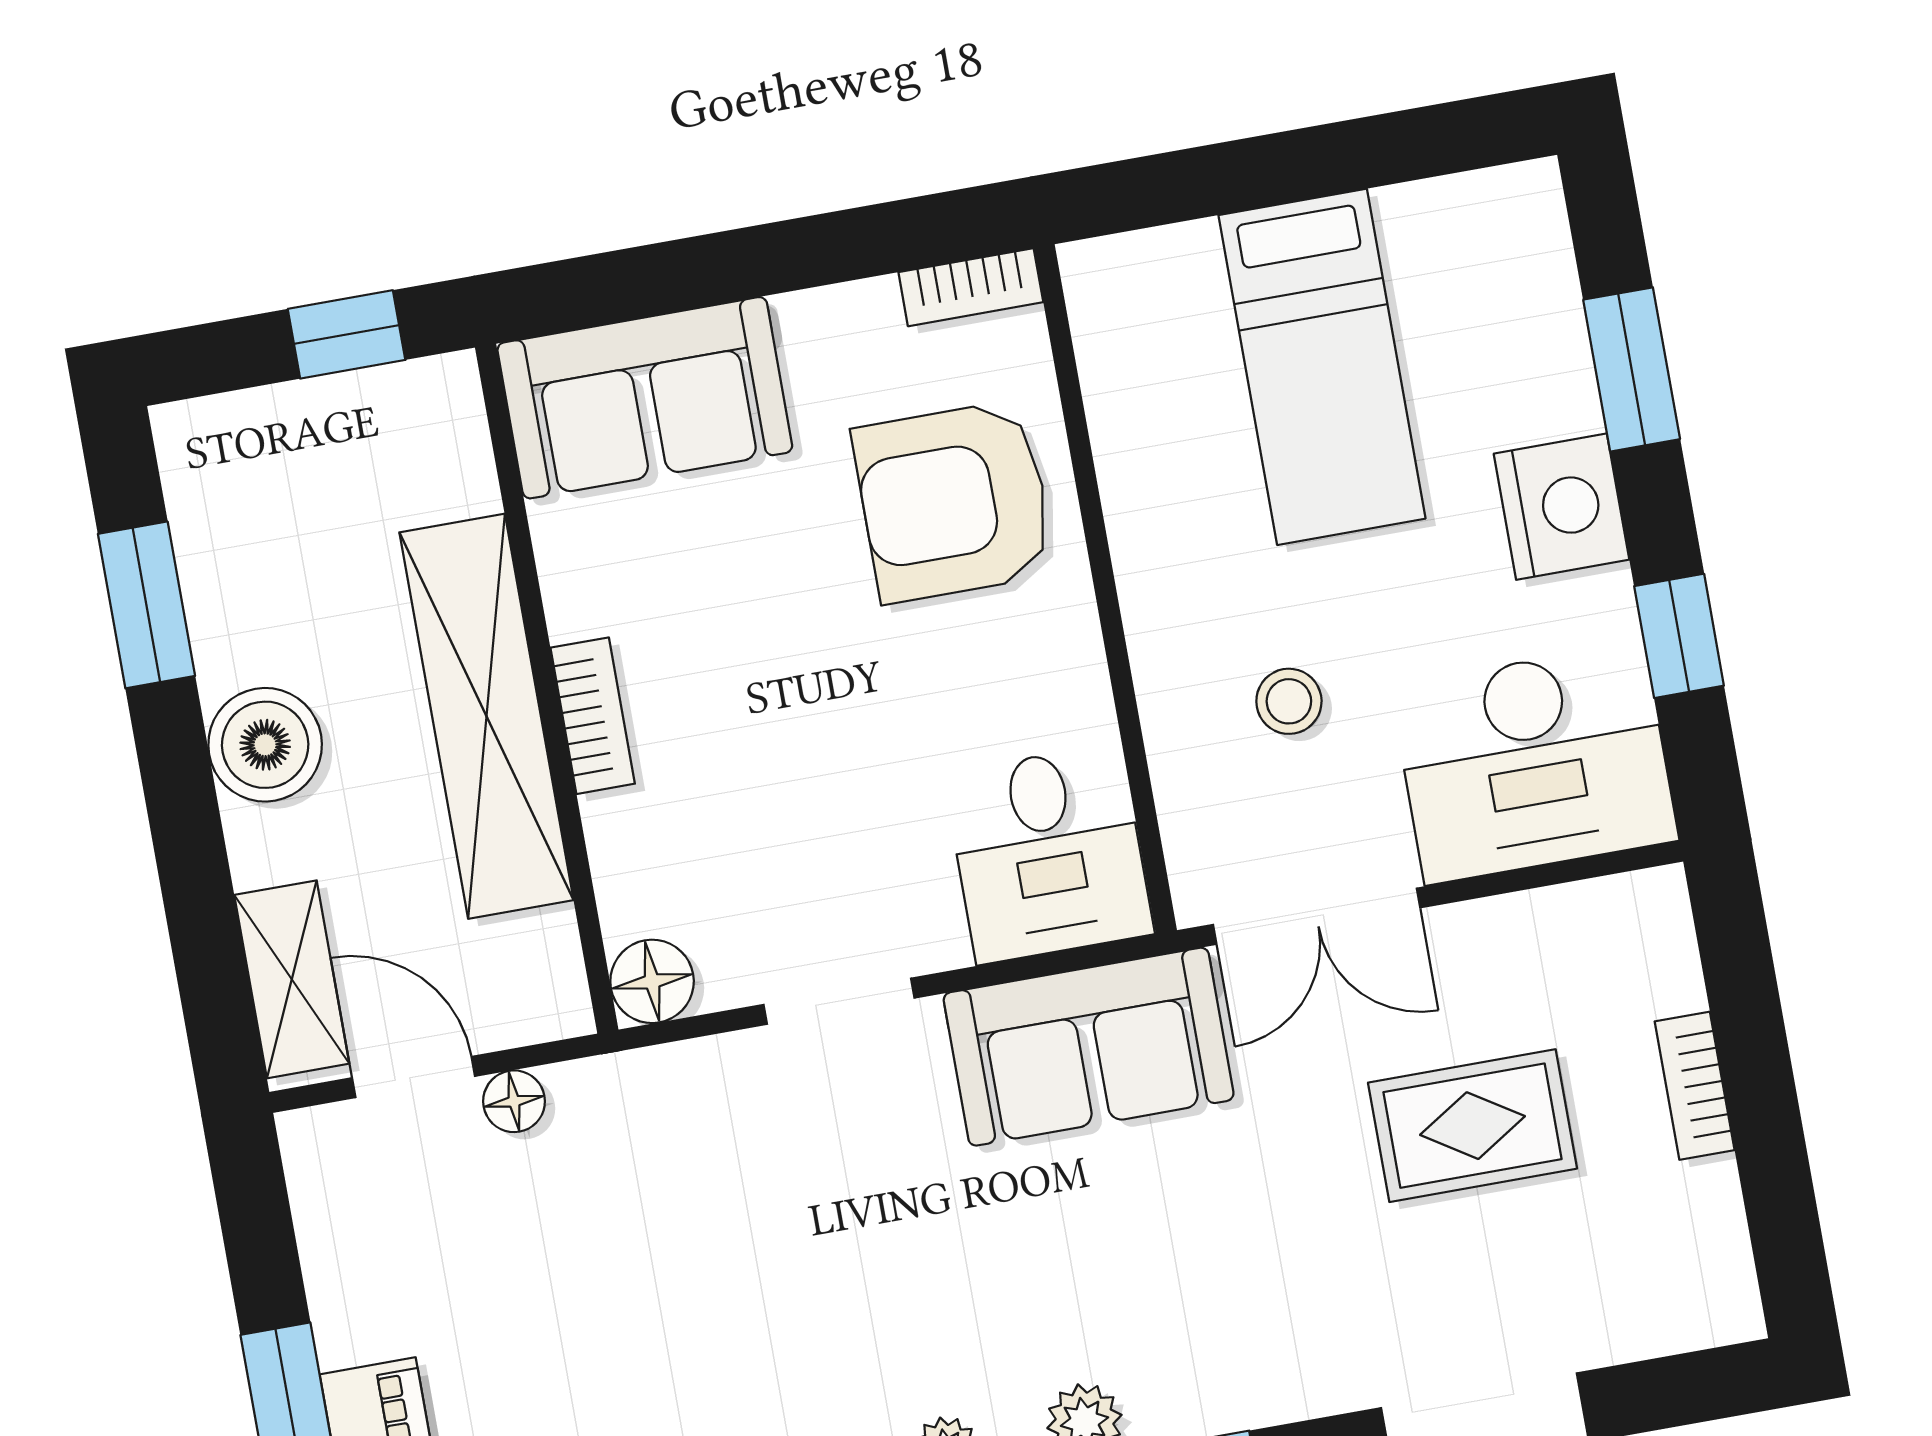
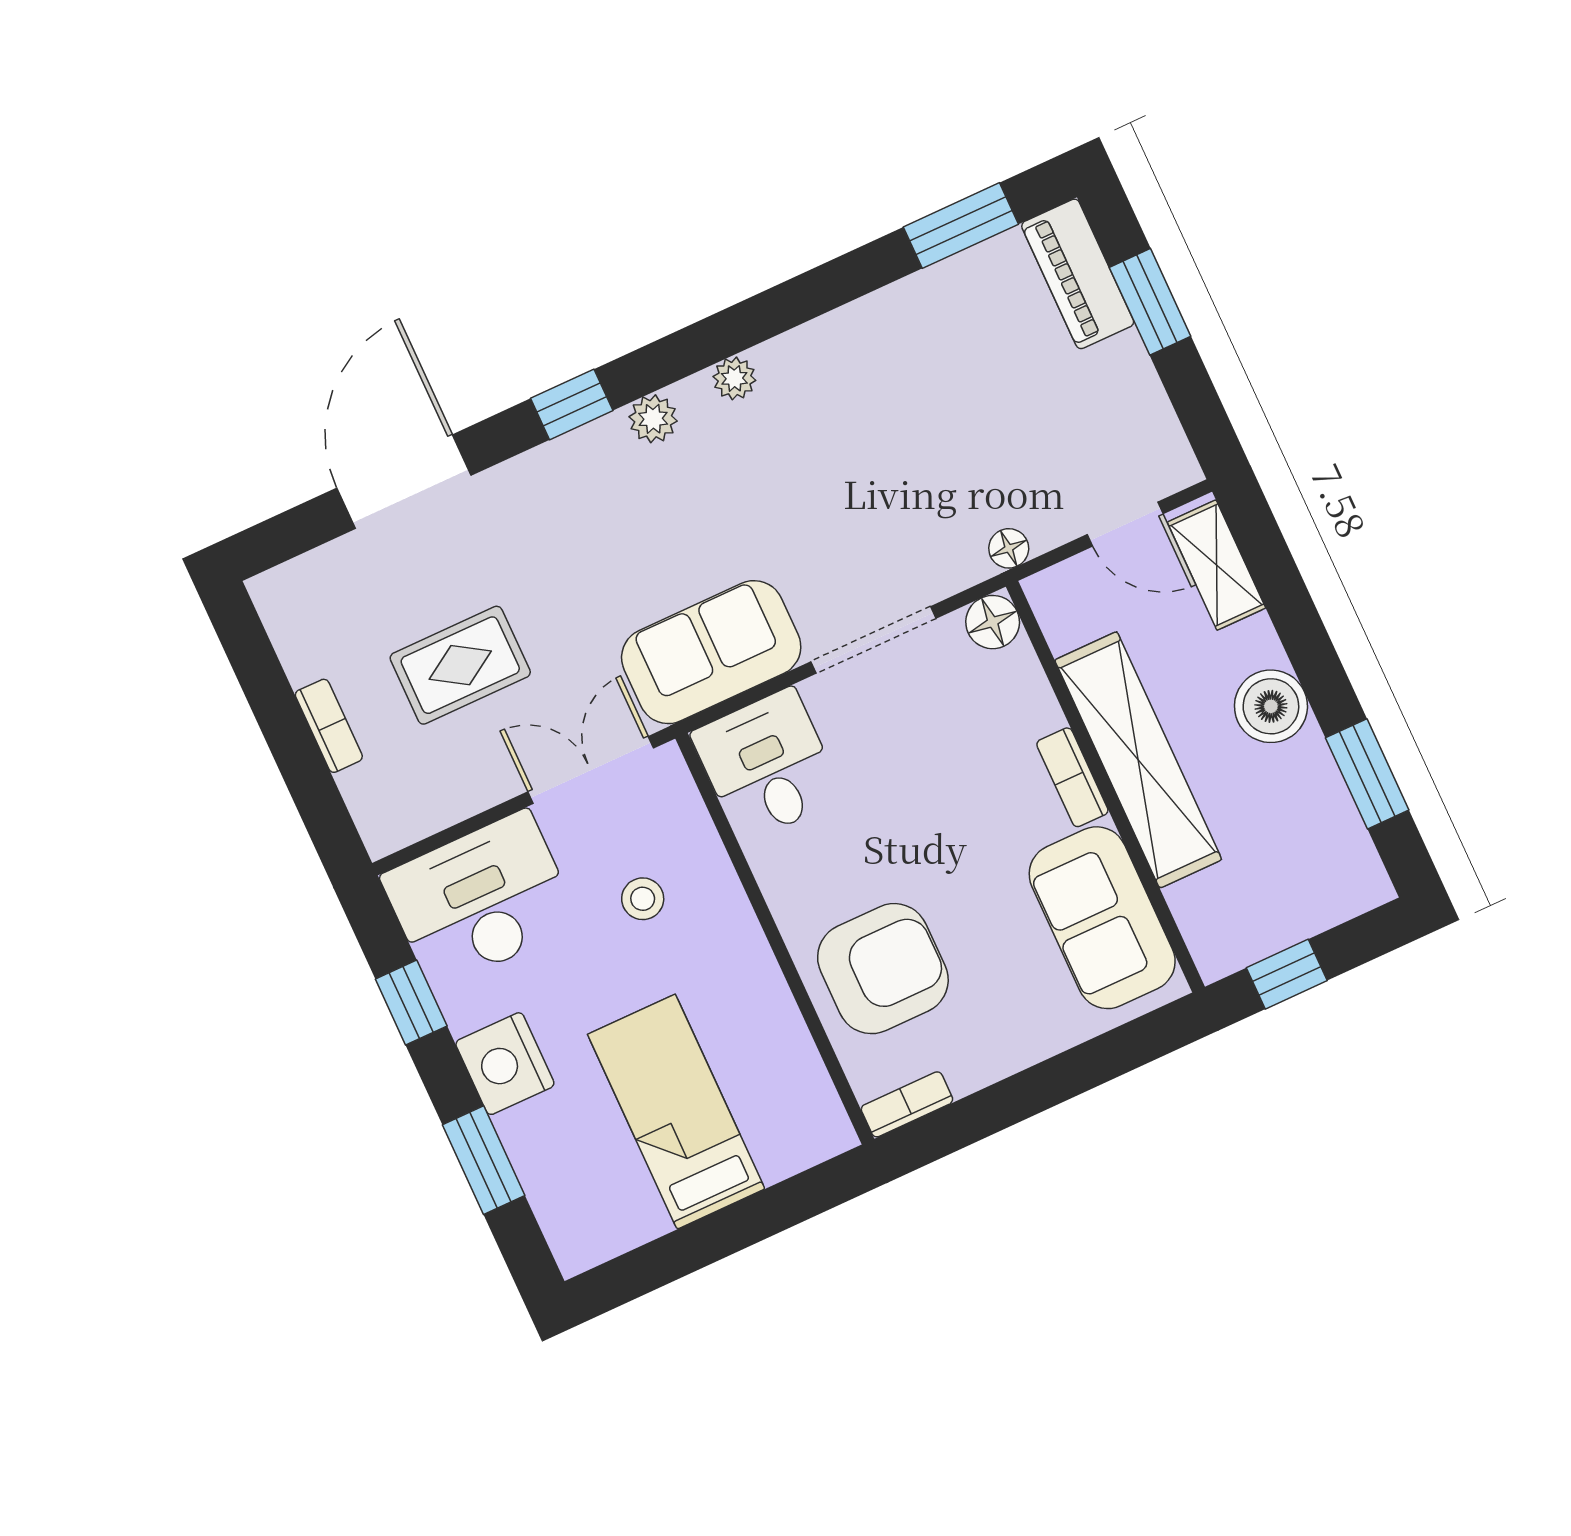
sofa: (645, 398) -> (1102, 918), moved, turned -90
doorway: (839, 1001) -> (873, 640), width x1.38
floor lamp: (514, 1101) -> (1009, 548), moved

